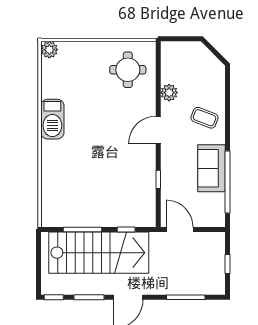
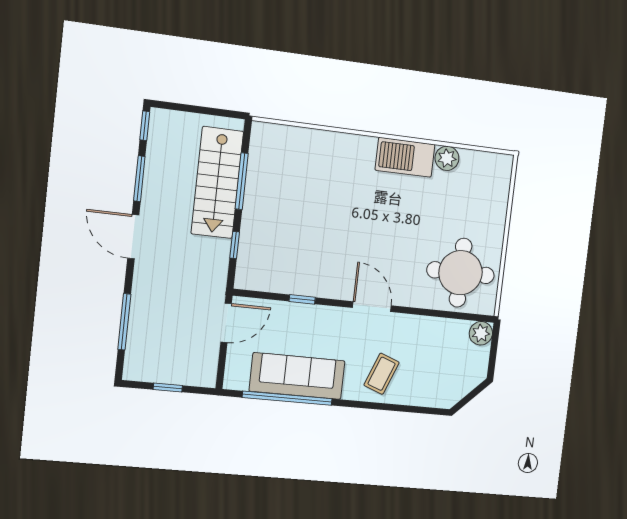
plant: (49, 50) -> (447, 158), moved
round table: (128, 70) -> (461, 273), width x1.36, depth x1.36
plant: (169, 93) -> (481, 333), moved
sofa: (212, 168) -> (297, 376), width x1.36
stairs: (99, 253) -> (217, 183), width x0.73, depth x0.66

